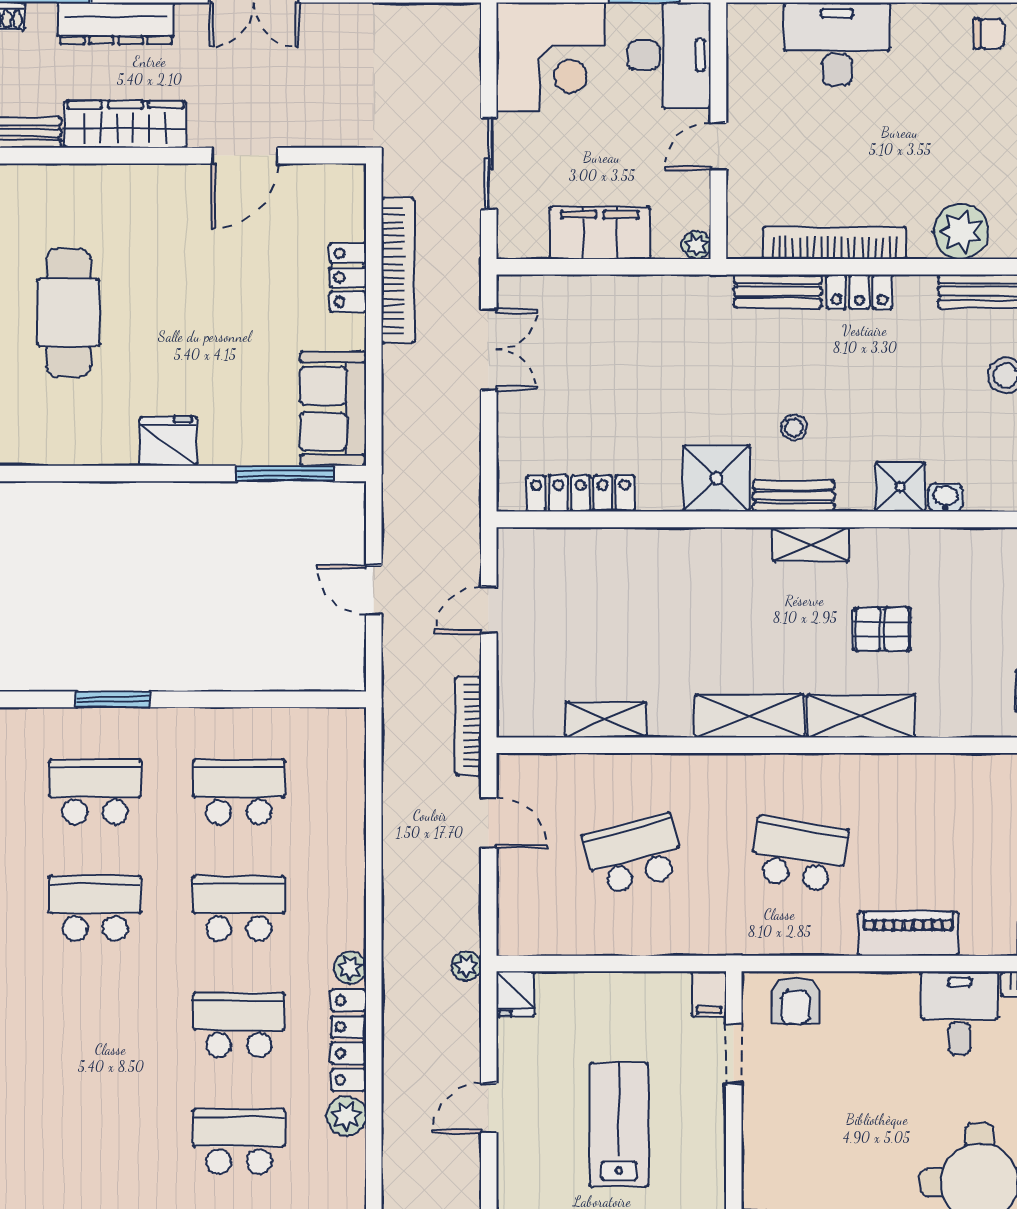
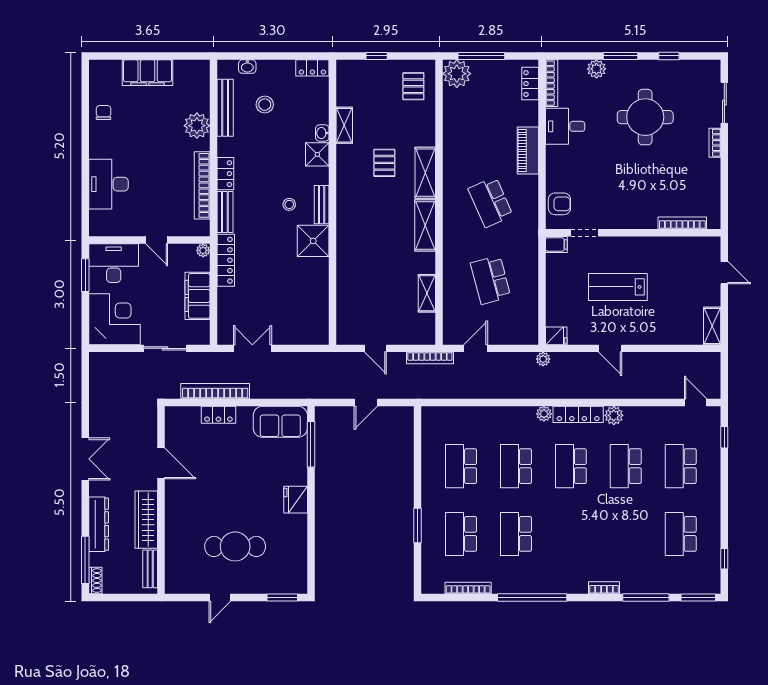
locker: (581, 493) -> (226, 260), moved, turned 180
shelving: (811, 544) -> (344, 125), moved
school desk: (799, 854) -> (491, 202), turned -33

